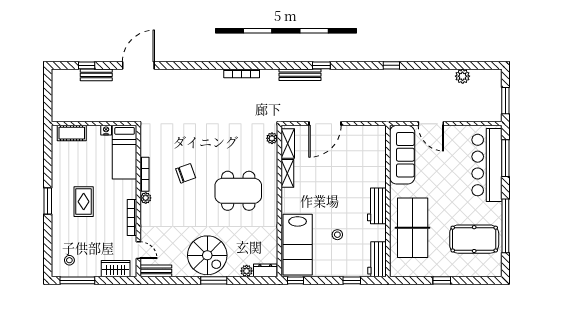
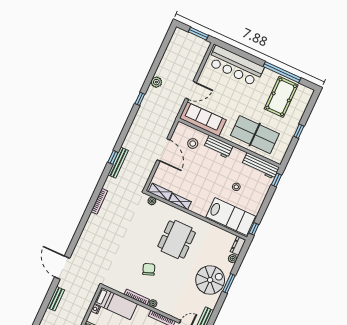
window: (87, 65) -> (46, 302), removed
window: (321, 65) -> (113, 157), moved
plant: (463, 76) -> (156, 82), moved
door: (325, 124) -> (163, 150), moved
stool: (366, 156) -> (193, 144), added
window: (505, 158) -> (237, 51), removed
workbench: (377, 206) -> (218, 147), moved
workbench: (377, 259) -> (260, 166), width x1.38
window: (352, 280) -> (276, 180), moved

